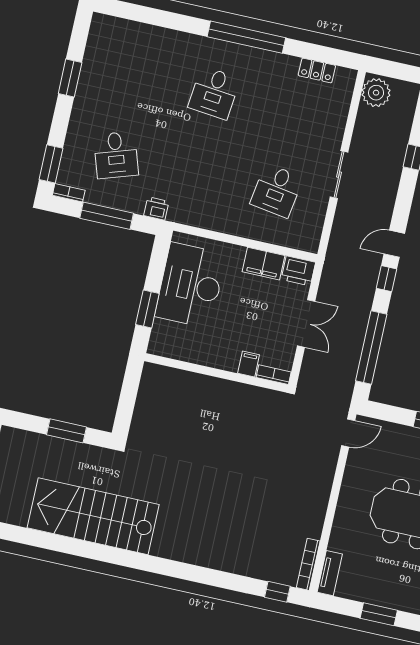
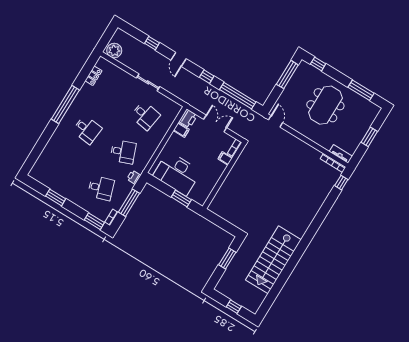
desk: (196, 173) -> (123, 152), added
door: (394, 244) -> (178, 59), moved
filing cabinet: (264, 264) -> (181, 130), width x0.50

